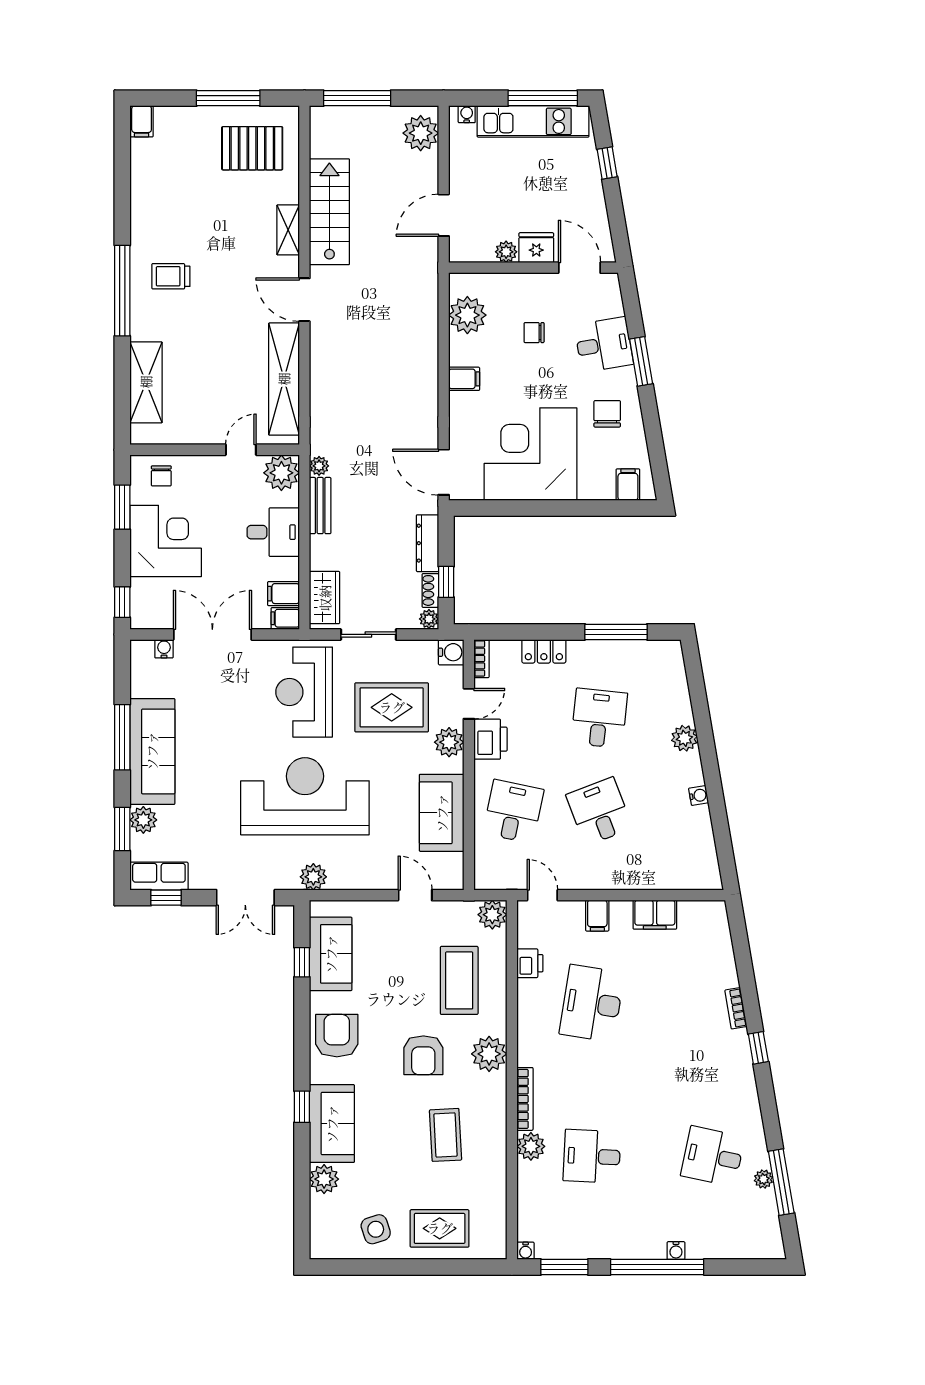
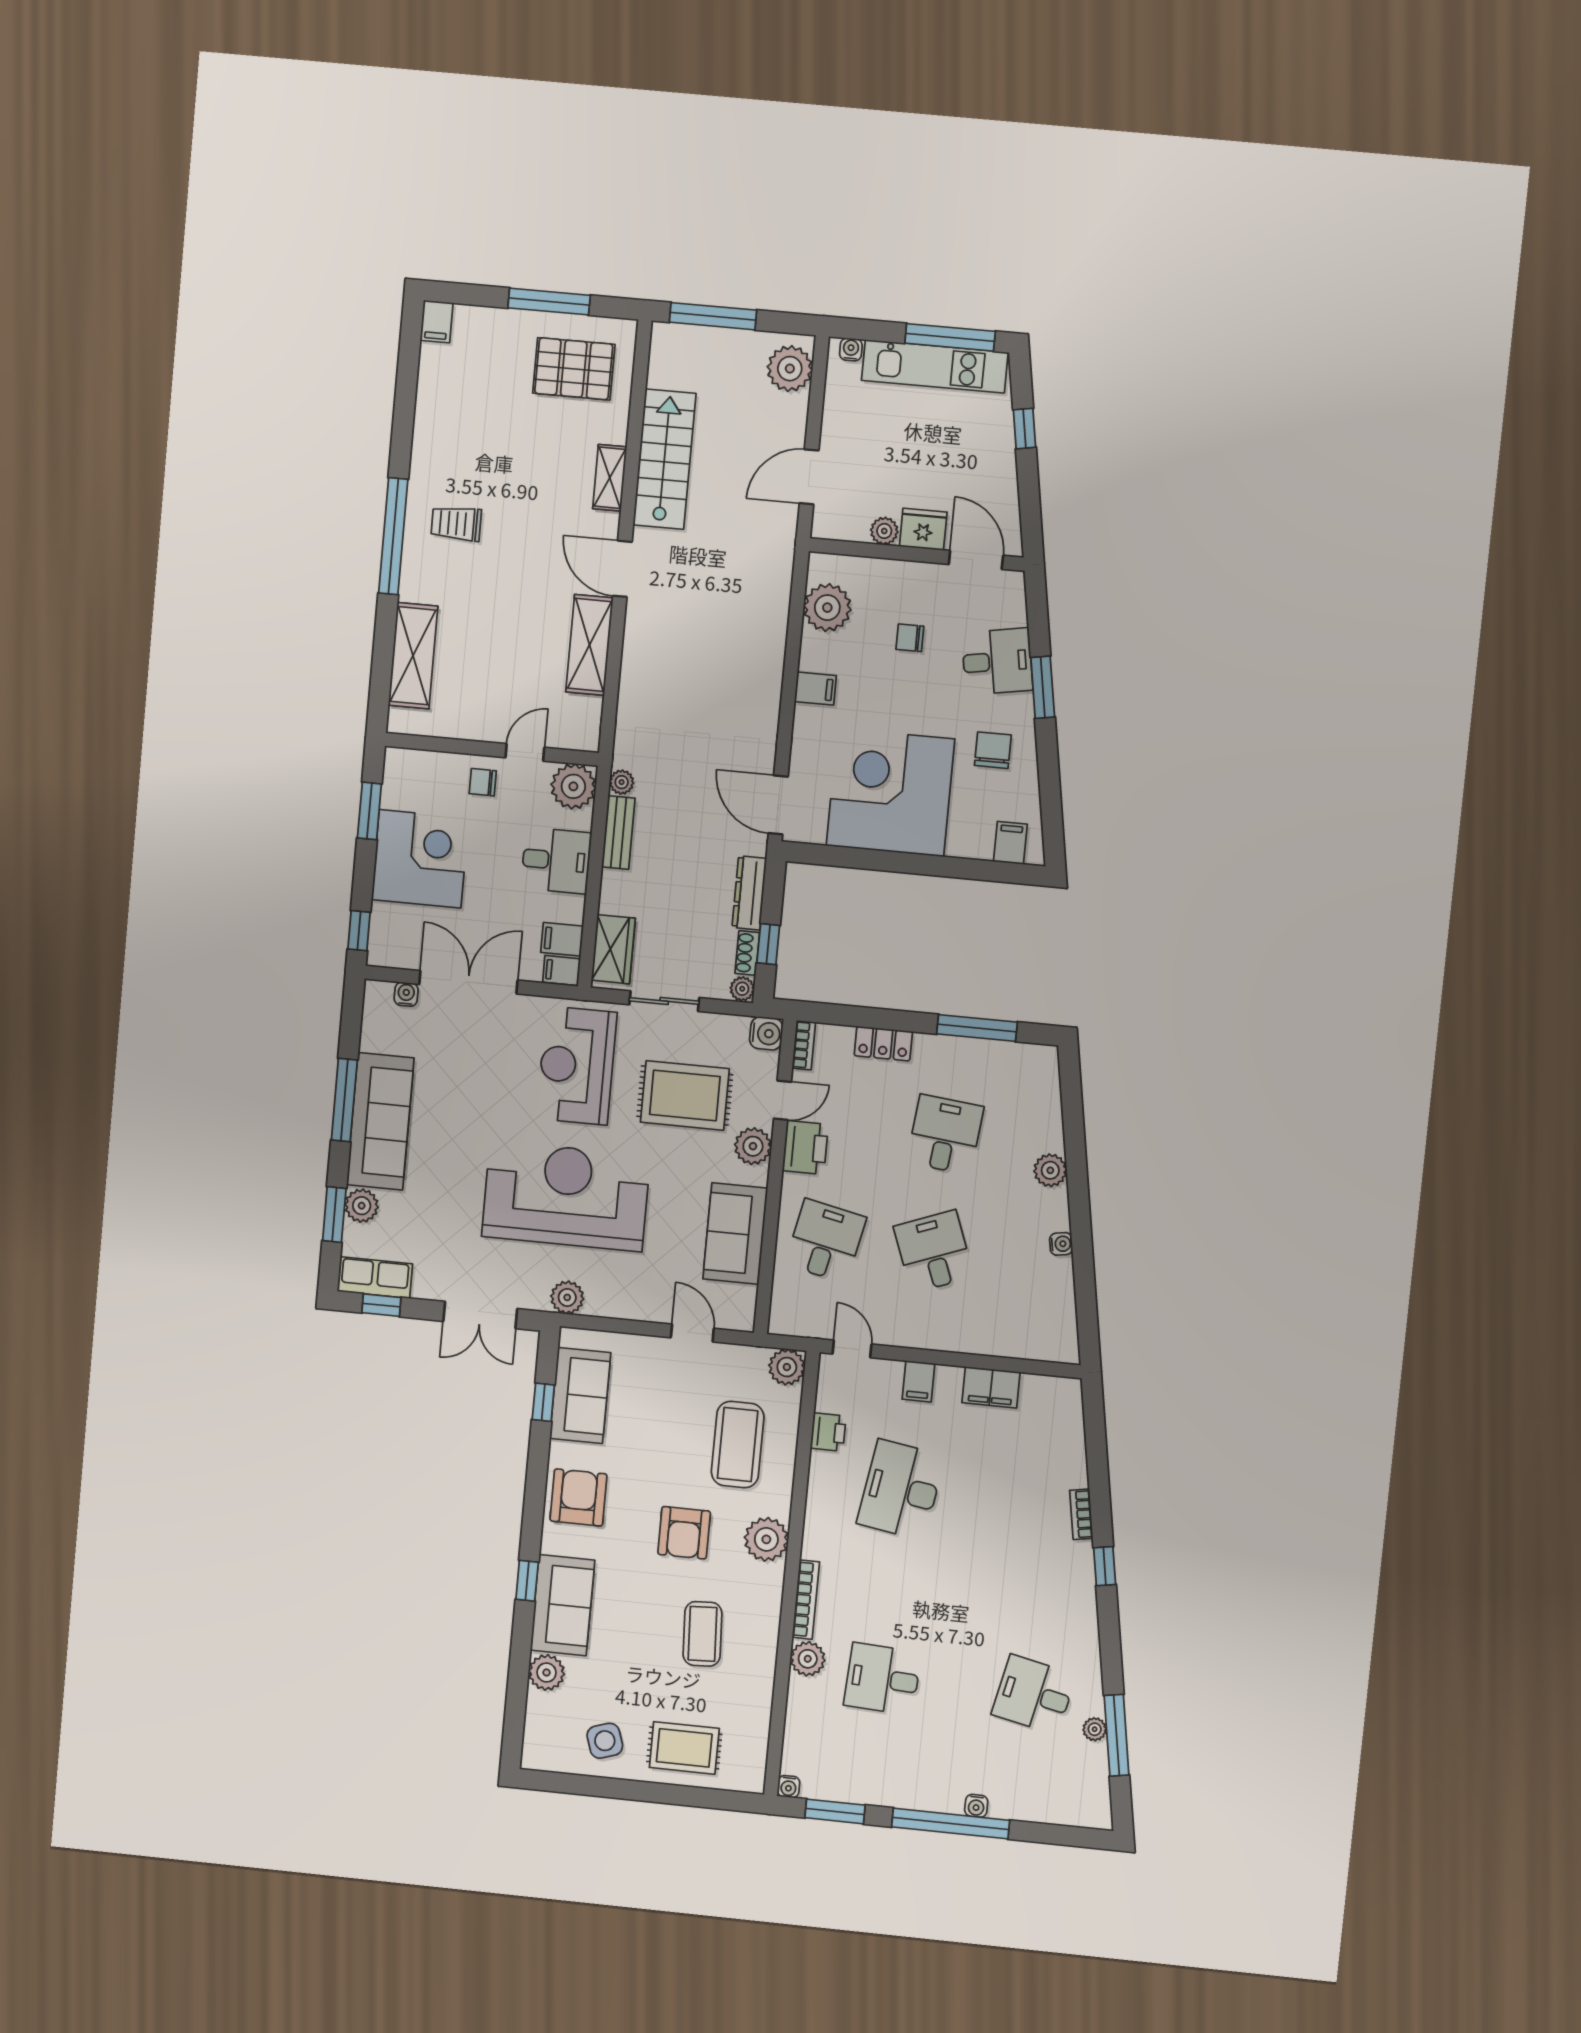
shelving: (284, 379) -> (589, 645), width x0.68
chair: (161, 476) -> (483, 782), moved, turned 90

